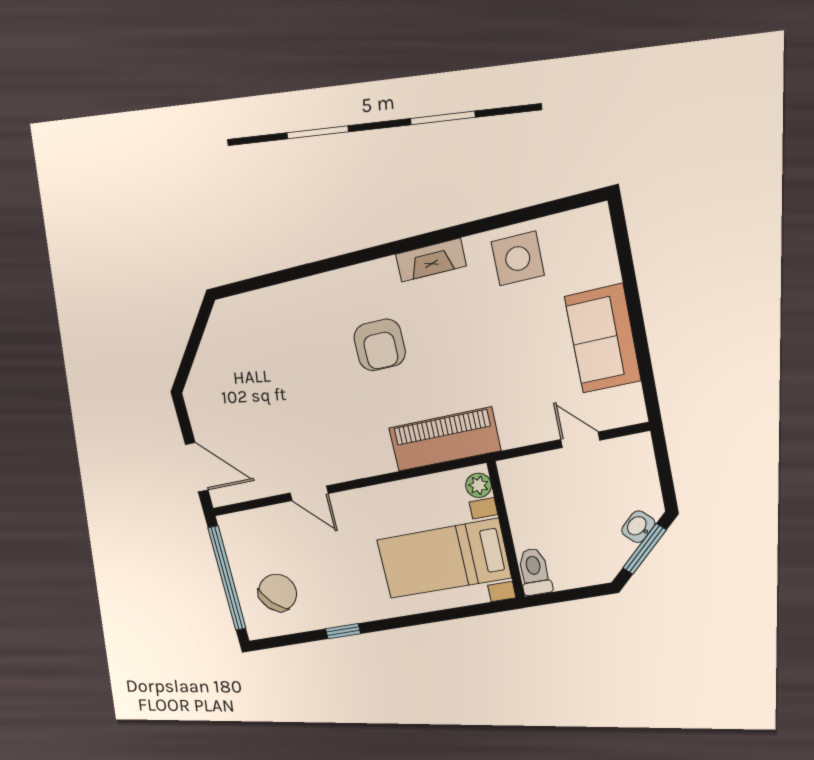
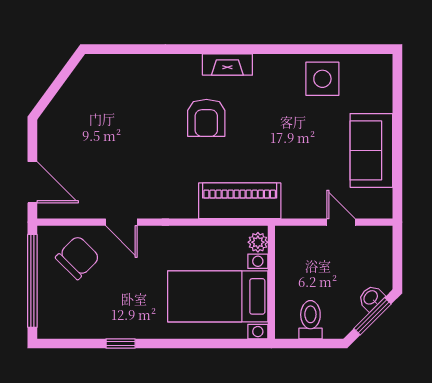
fireplace: (431, 260) -> (227, 65), moved
toilet: (534, 572) -> (310, 320), moved
chair: (278, 593) -> (78, 258), moved

